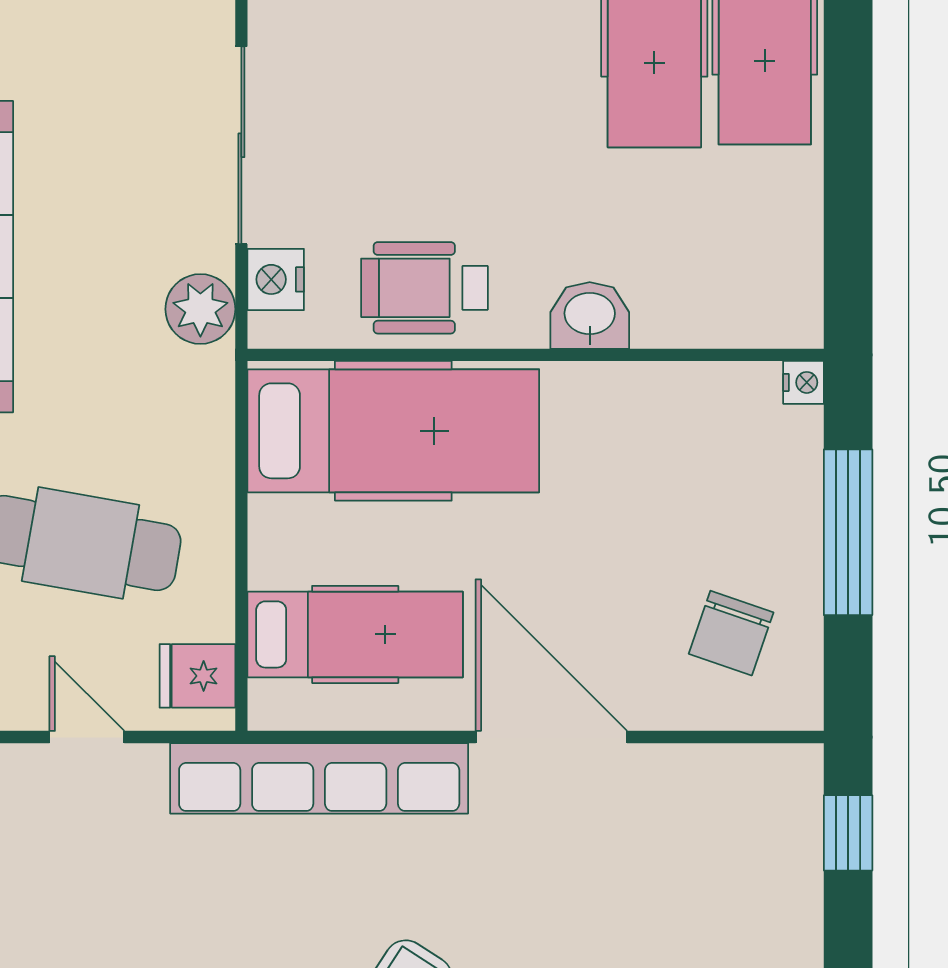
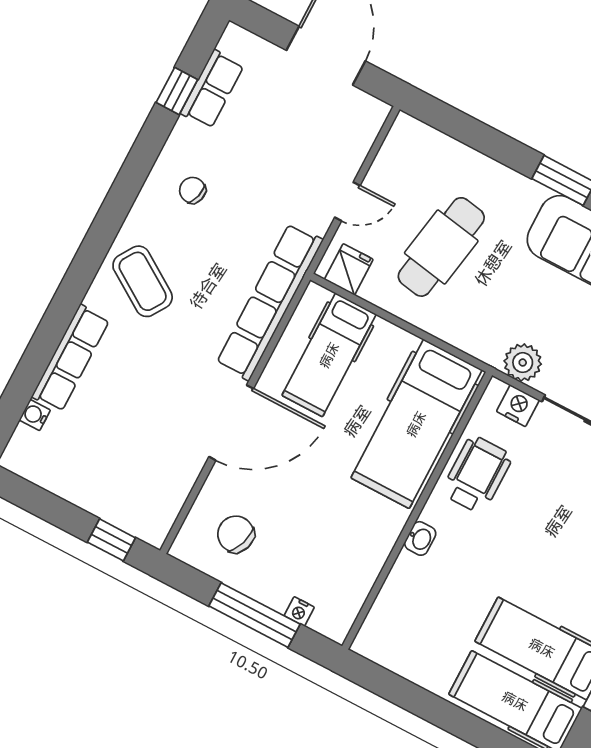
washbasin: (590, 315) -> (420, 538), width x0.72, depth x0.69
nightstand: (803, 382) -> (299, 611), moved

